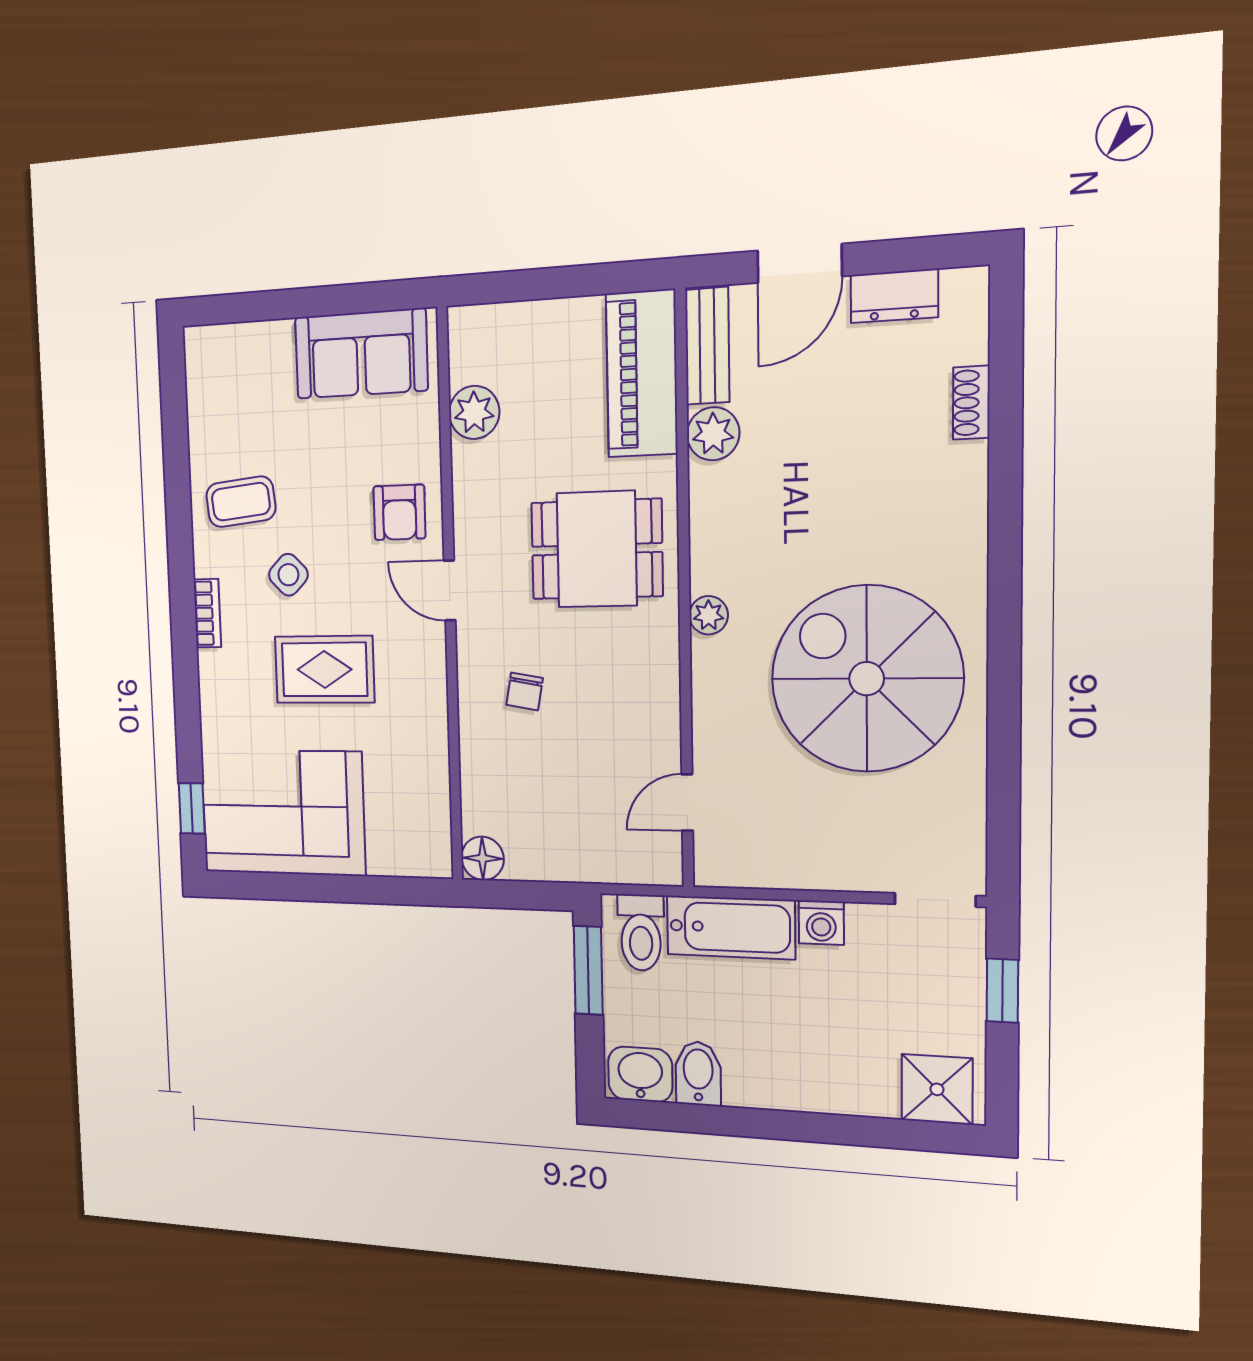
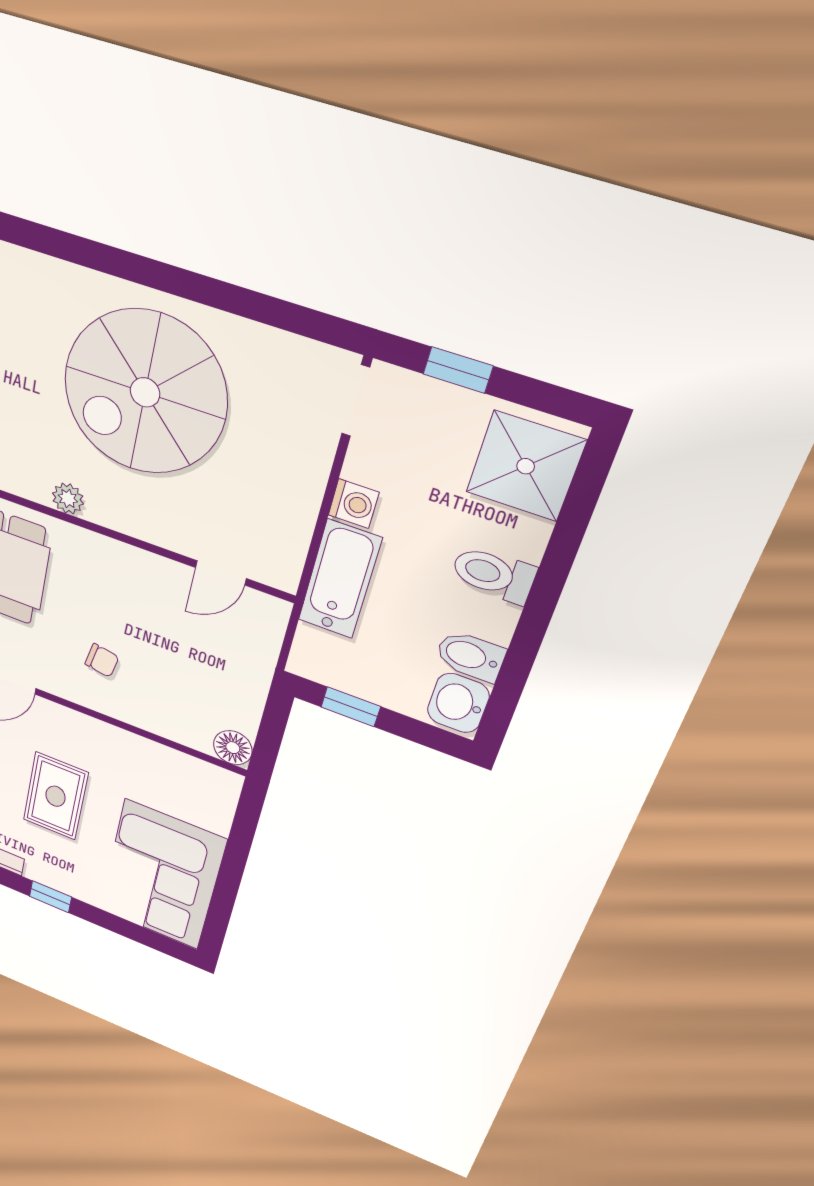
door: (687, 803) -> (221, 573), hinge flipped
window: (192, 808) -> (51, 897), moved
toilet: (641, 933) -> (493, 574), moved, turned 180
window: (588, 970) -> (351, 707), width x0.67
shower: (937, 1089) -> (526, 466), width x1.36, depth x1.36

